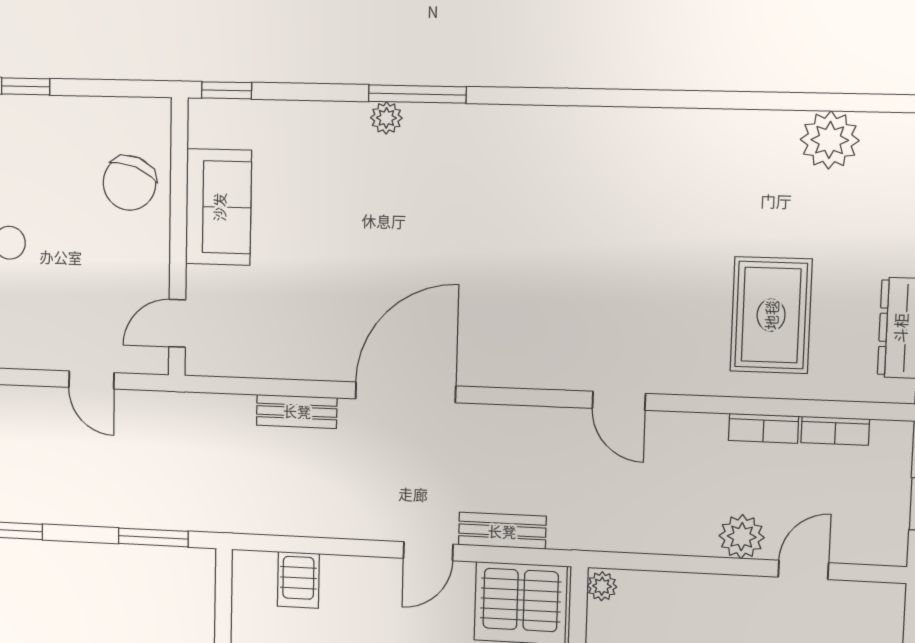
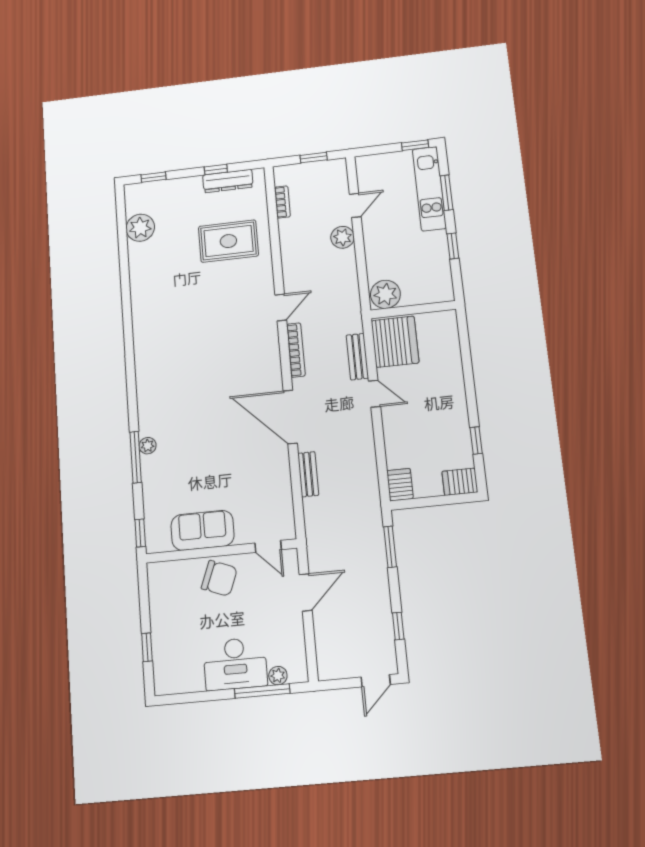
window: (417, 94) -> (136, 457), moved
chair: (129, 183) -> (219, 578), moved
door: (91, 380) -> (306, 592), width x1.38
bookcase: (763, 428) -> (296, 350), moved, width x1.56
door: (803, 570) -> (355, 205), swing flipped
server rack: (298, 580) -> (400, 485), moved, turned -90
plant: (602, 586) -> (385, 294), width x1.87, depth x1.87

